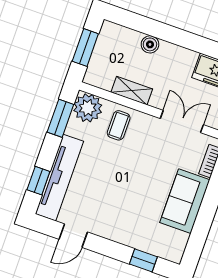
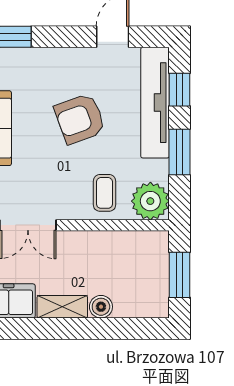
shelving: (132, 91) -> (62, 307), moved
window: (60, 118) -> (180, 152), moved
armchair: (117, 185) -> (80, 119), added

